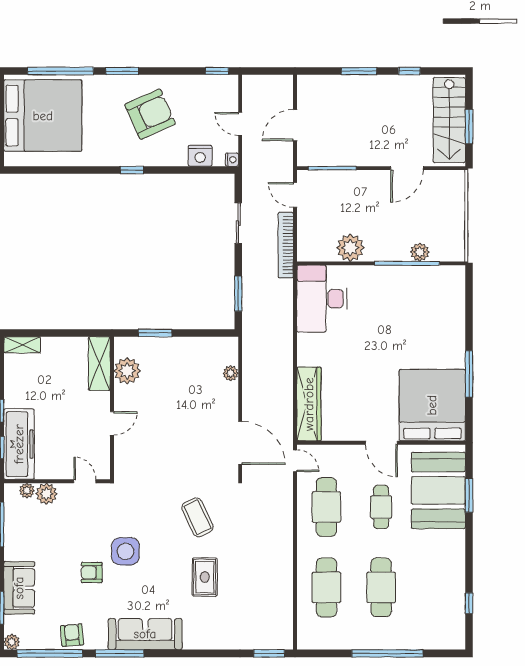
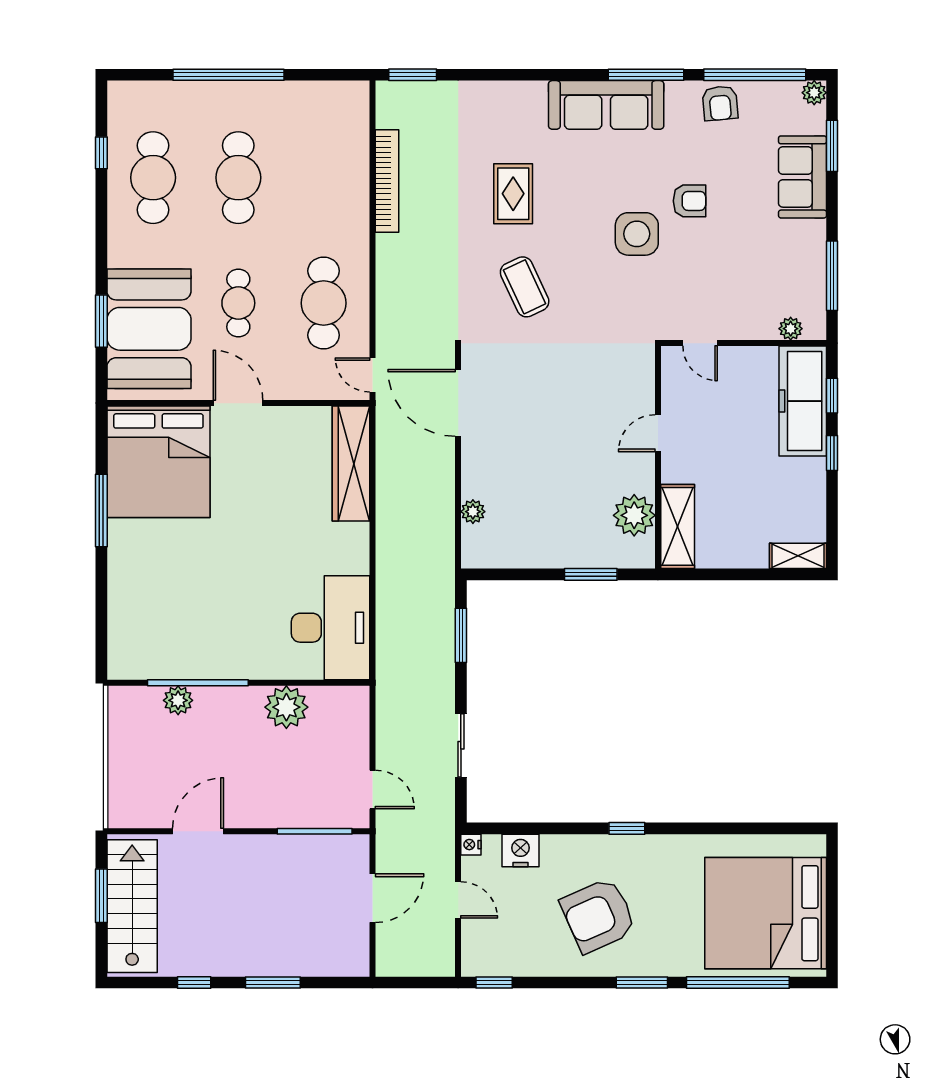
bookcase: (286, 245) -> (387, 181), moved
plant: (46, 494) -> (760, 324), removed
cafe table: (326, 587) -> (153, 178), moved

